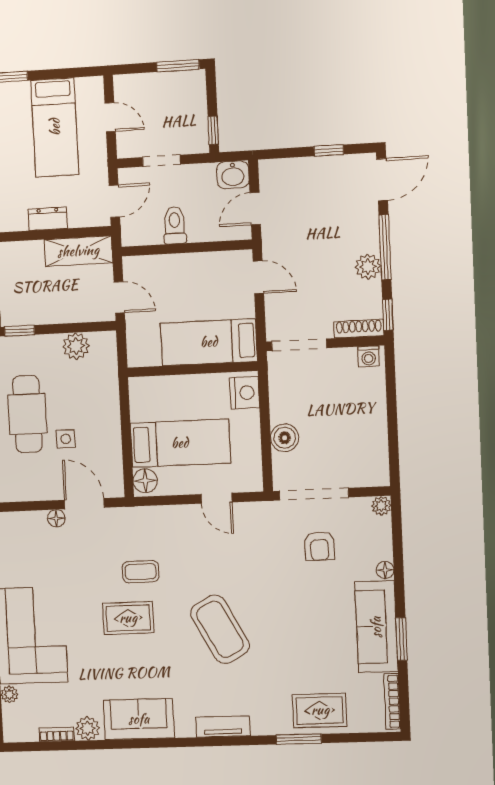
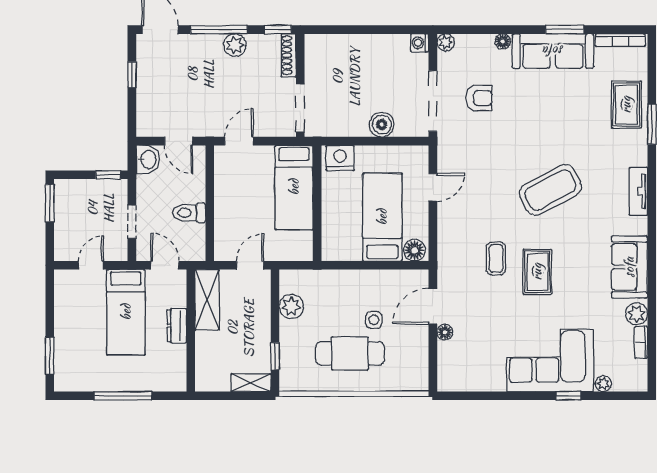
bed: (55, 127) -> (126, 312), moved, turned 90
washing machine: (369, 356) -> (420, 43), moved, turned 180

